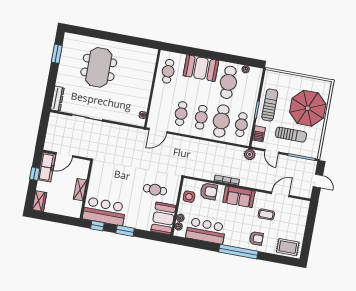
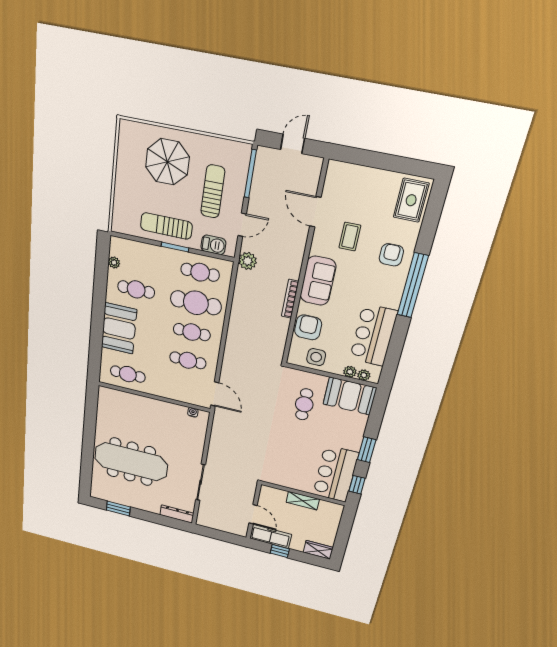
meeting table: (99, 67) -> (131, 462), width x1.36
cafe table: (228, 82) -> (136, 289), width x0.73, depth x0.74
parasol: (308, 108) -> (167, 162), width x0.73, depth x0.73

